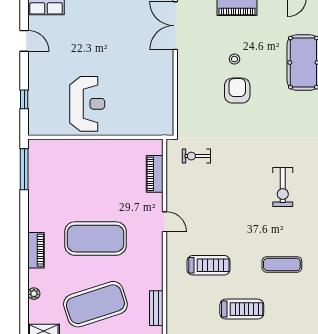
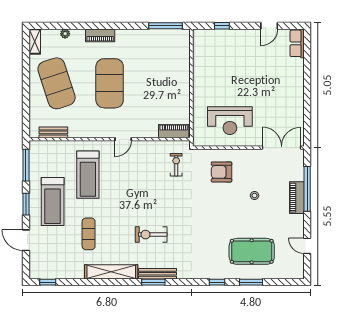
armchair: (237, 91) -> (221, 172), moved, turned 180
reception desk: (87, 104) -> (230, 121), moved
piano: (155, 174) -> (174, 131), moved
treadmill: (208, 265) -> (88, 175), width x1.37, depth x1.38
treadmill: (242, 309) -> (53, 201), width x1.37, depth x1.38

